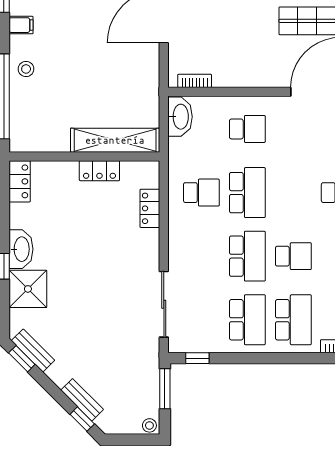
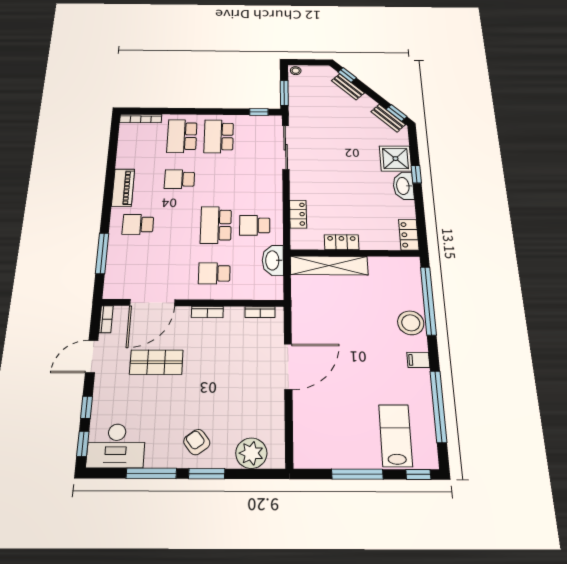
stool: (26, 69) -> (411, 323), width x1.89, depth x1.89
bookcase: (254, 80) -> (207, 312), added
washbasin: (180, 117) -> (273, 260), moved
school desk: (247, 256) -> (217, 179), removed

